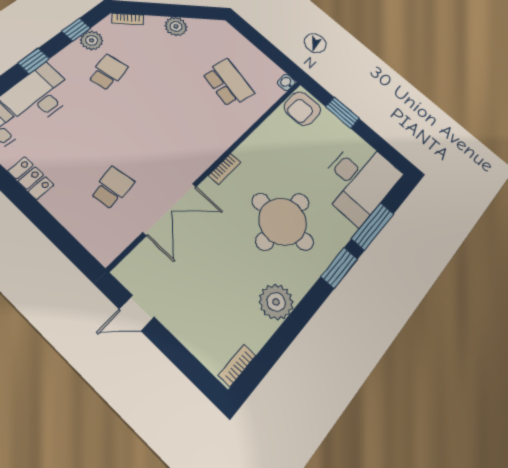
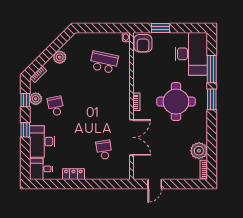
plant: (276, 302) -> (199, 151), moved

